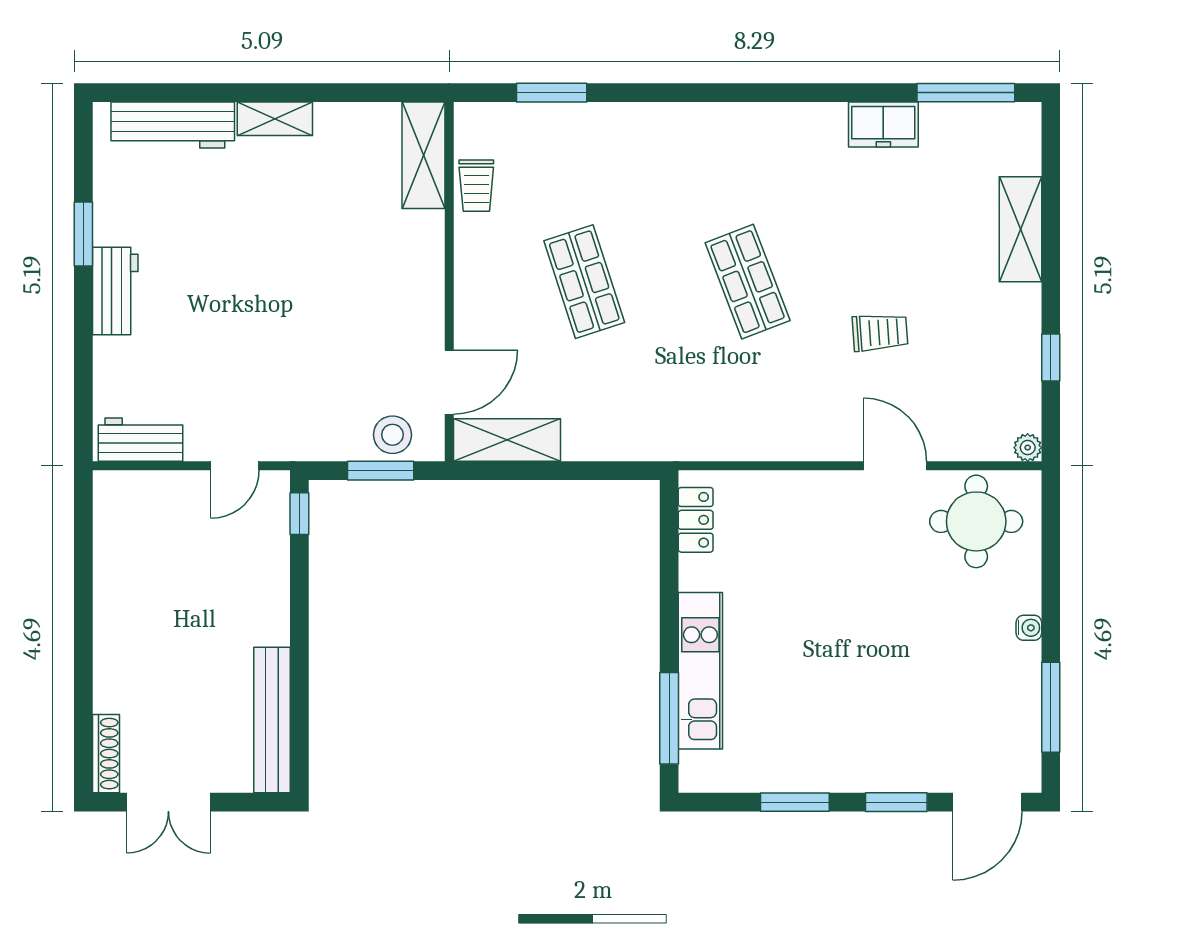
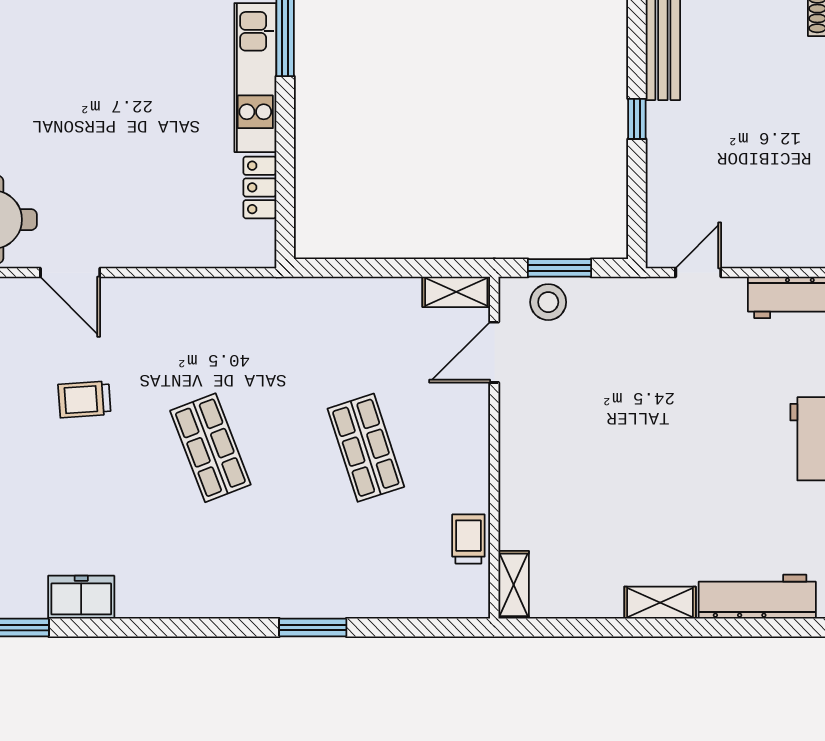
window: (552, 93) -> (313, 627), moved
shelving: (423, 155) -> (514, 585), width x0.67, depth x0.75
shelving: (507, 440) -> (456, 292), width x0.67, depth x0.75
window: (299, 514) -> (637, 119), moved
locker: (696, 520) -> (260, 187), moved

